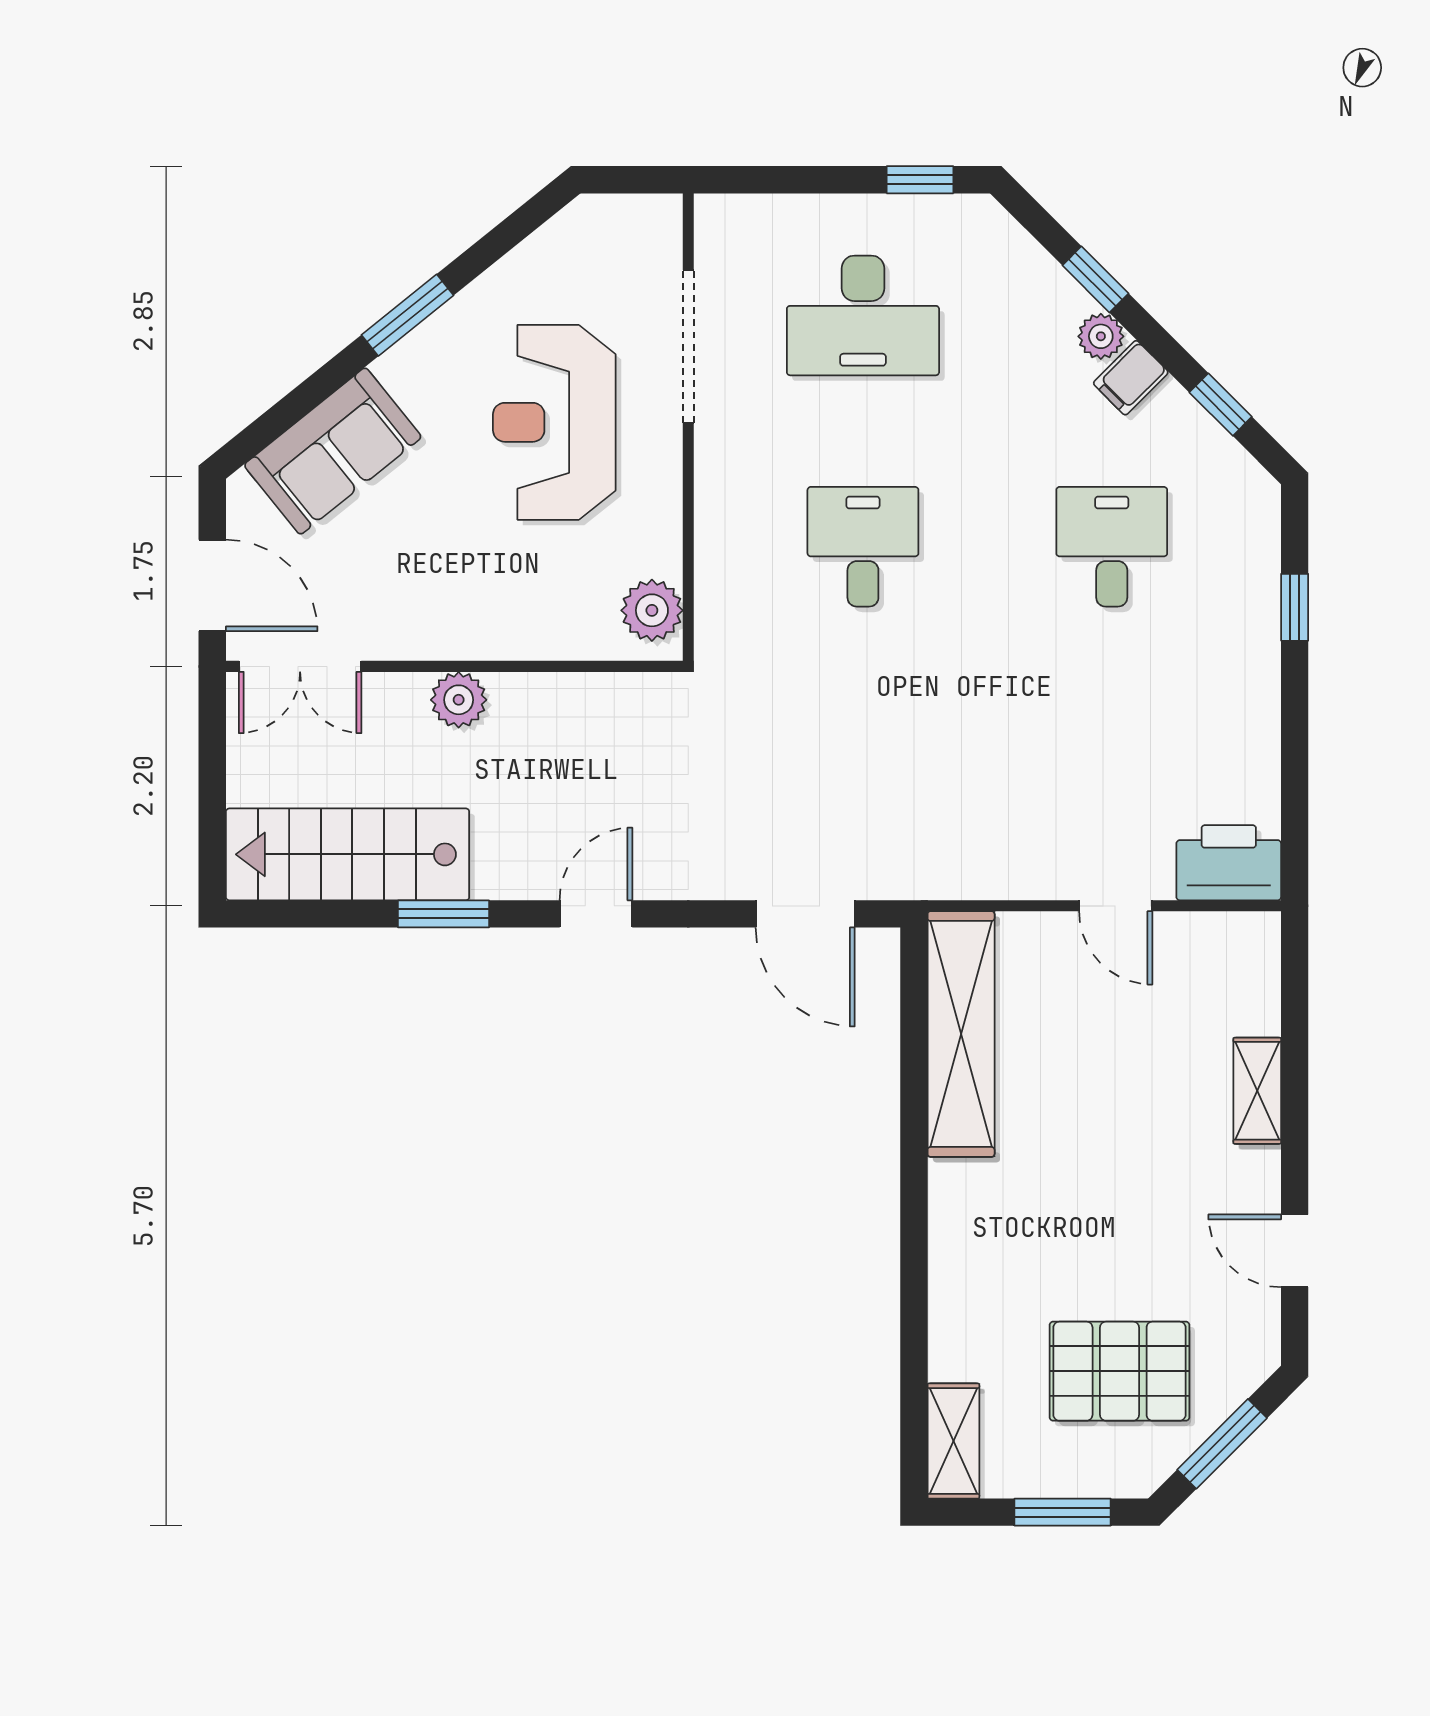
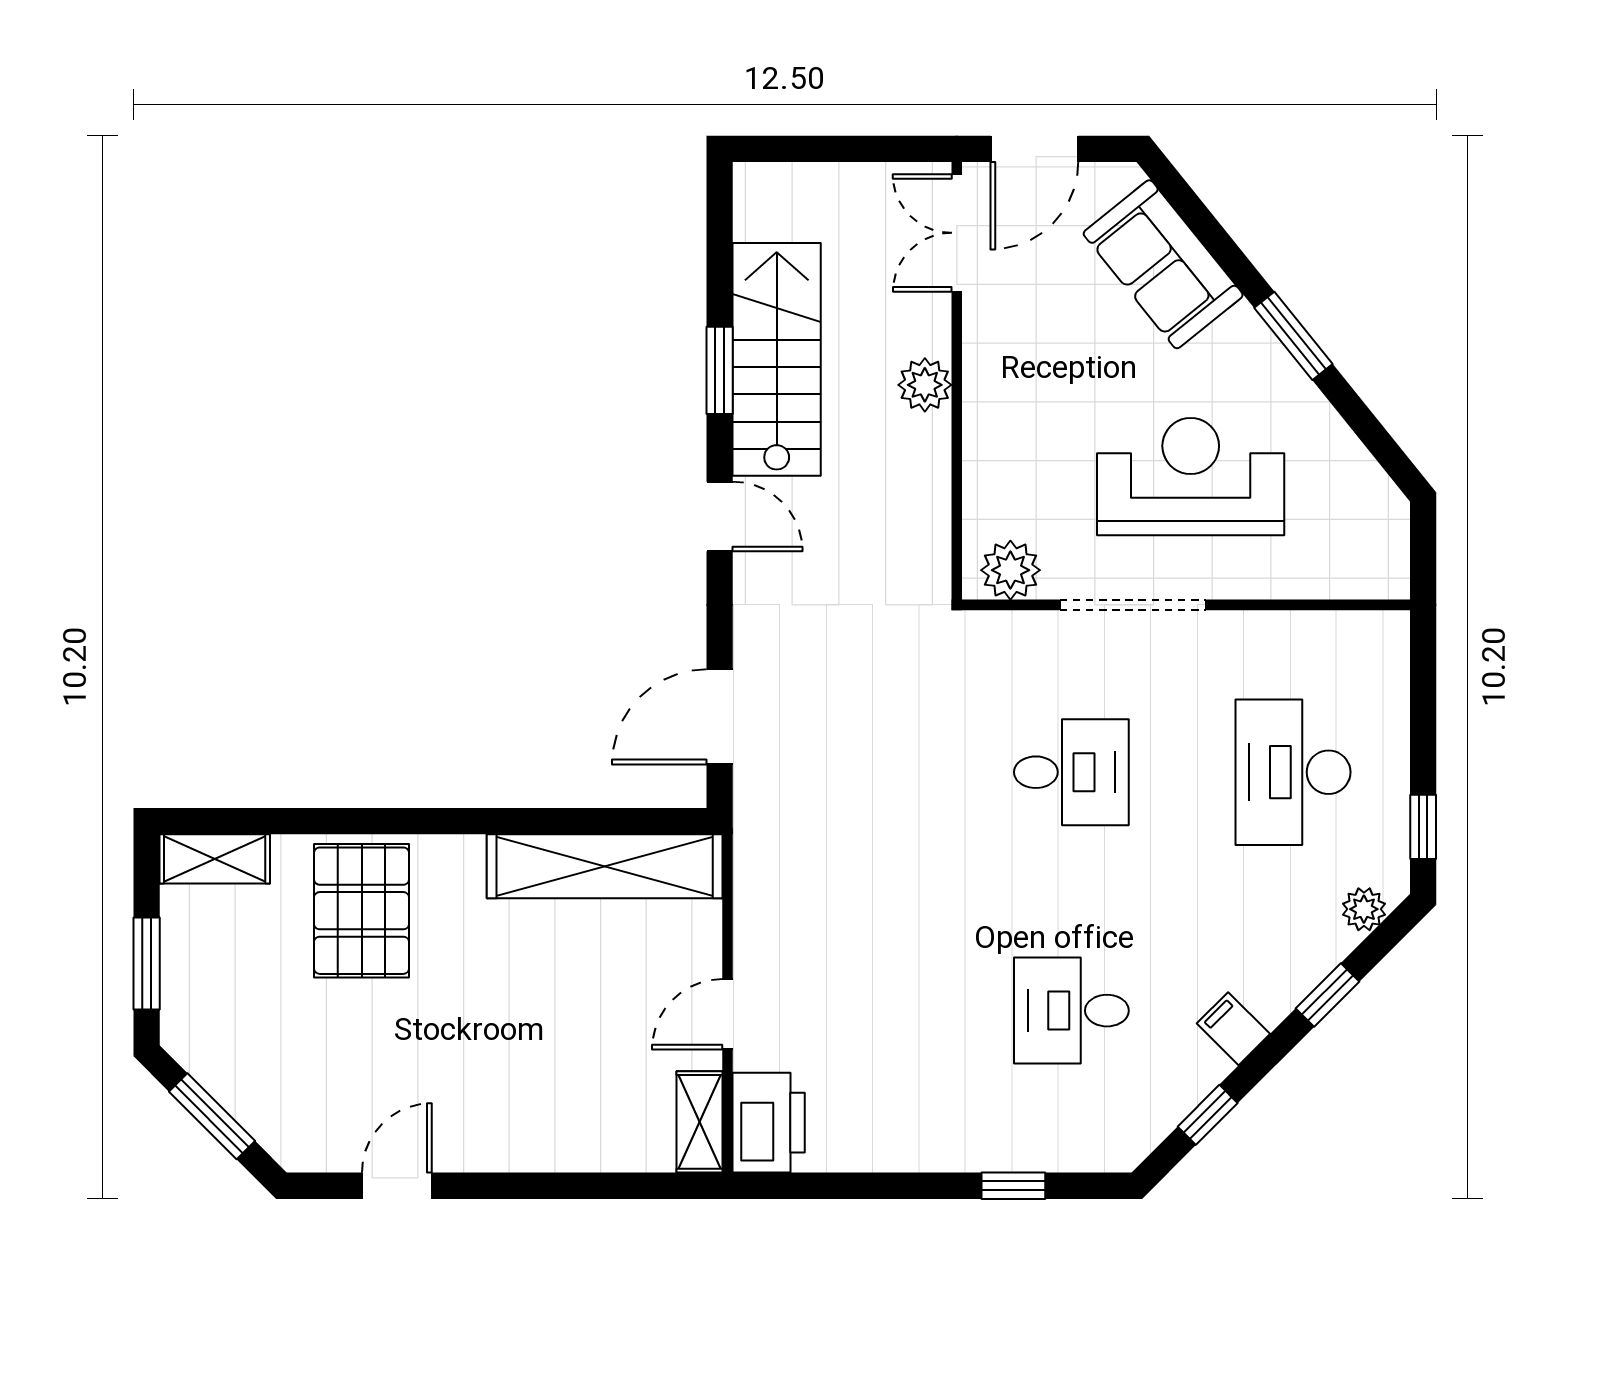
plant: (1101, 336) -> (1364, 909), moved
doorway: (688, 347) -> (1133, 605), moved
desk: (1112, 547) -> (1071, 1011), turned 180
stairs: (348, 854) -> (777, 359), moved
shelving: (1257, 1091) -> (699, 1122), moved, turned 90
pallet: (1120, 1371) -> (362, 911), moved

